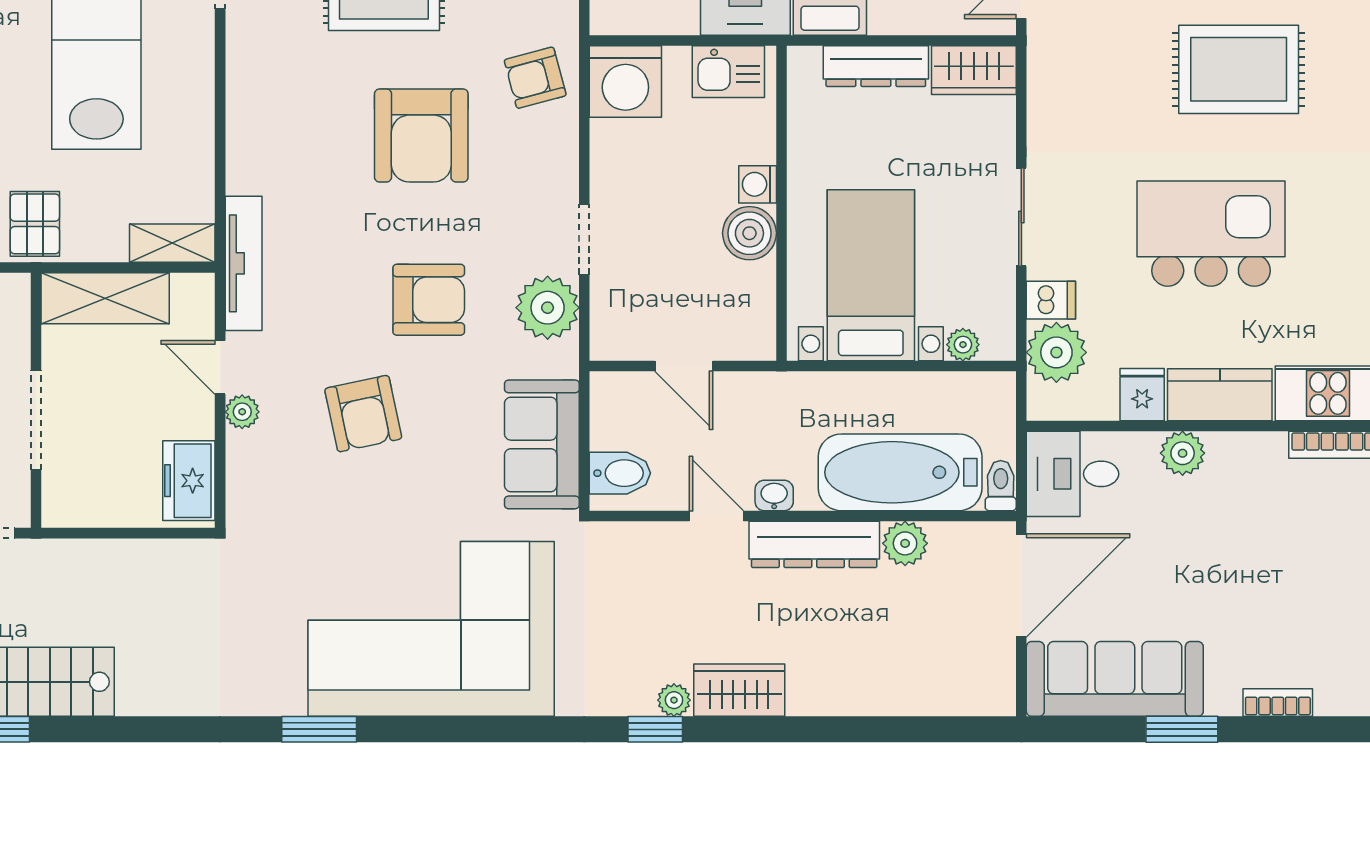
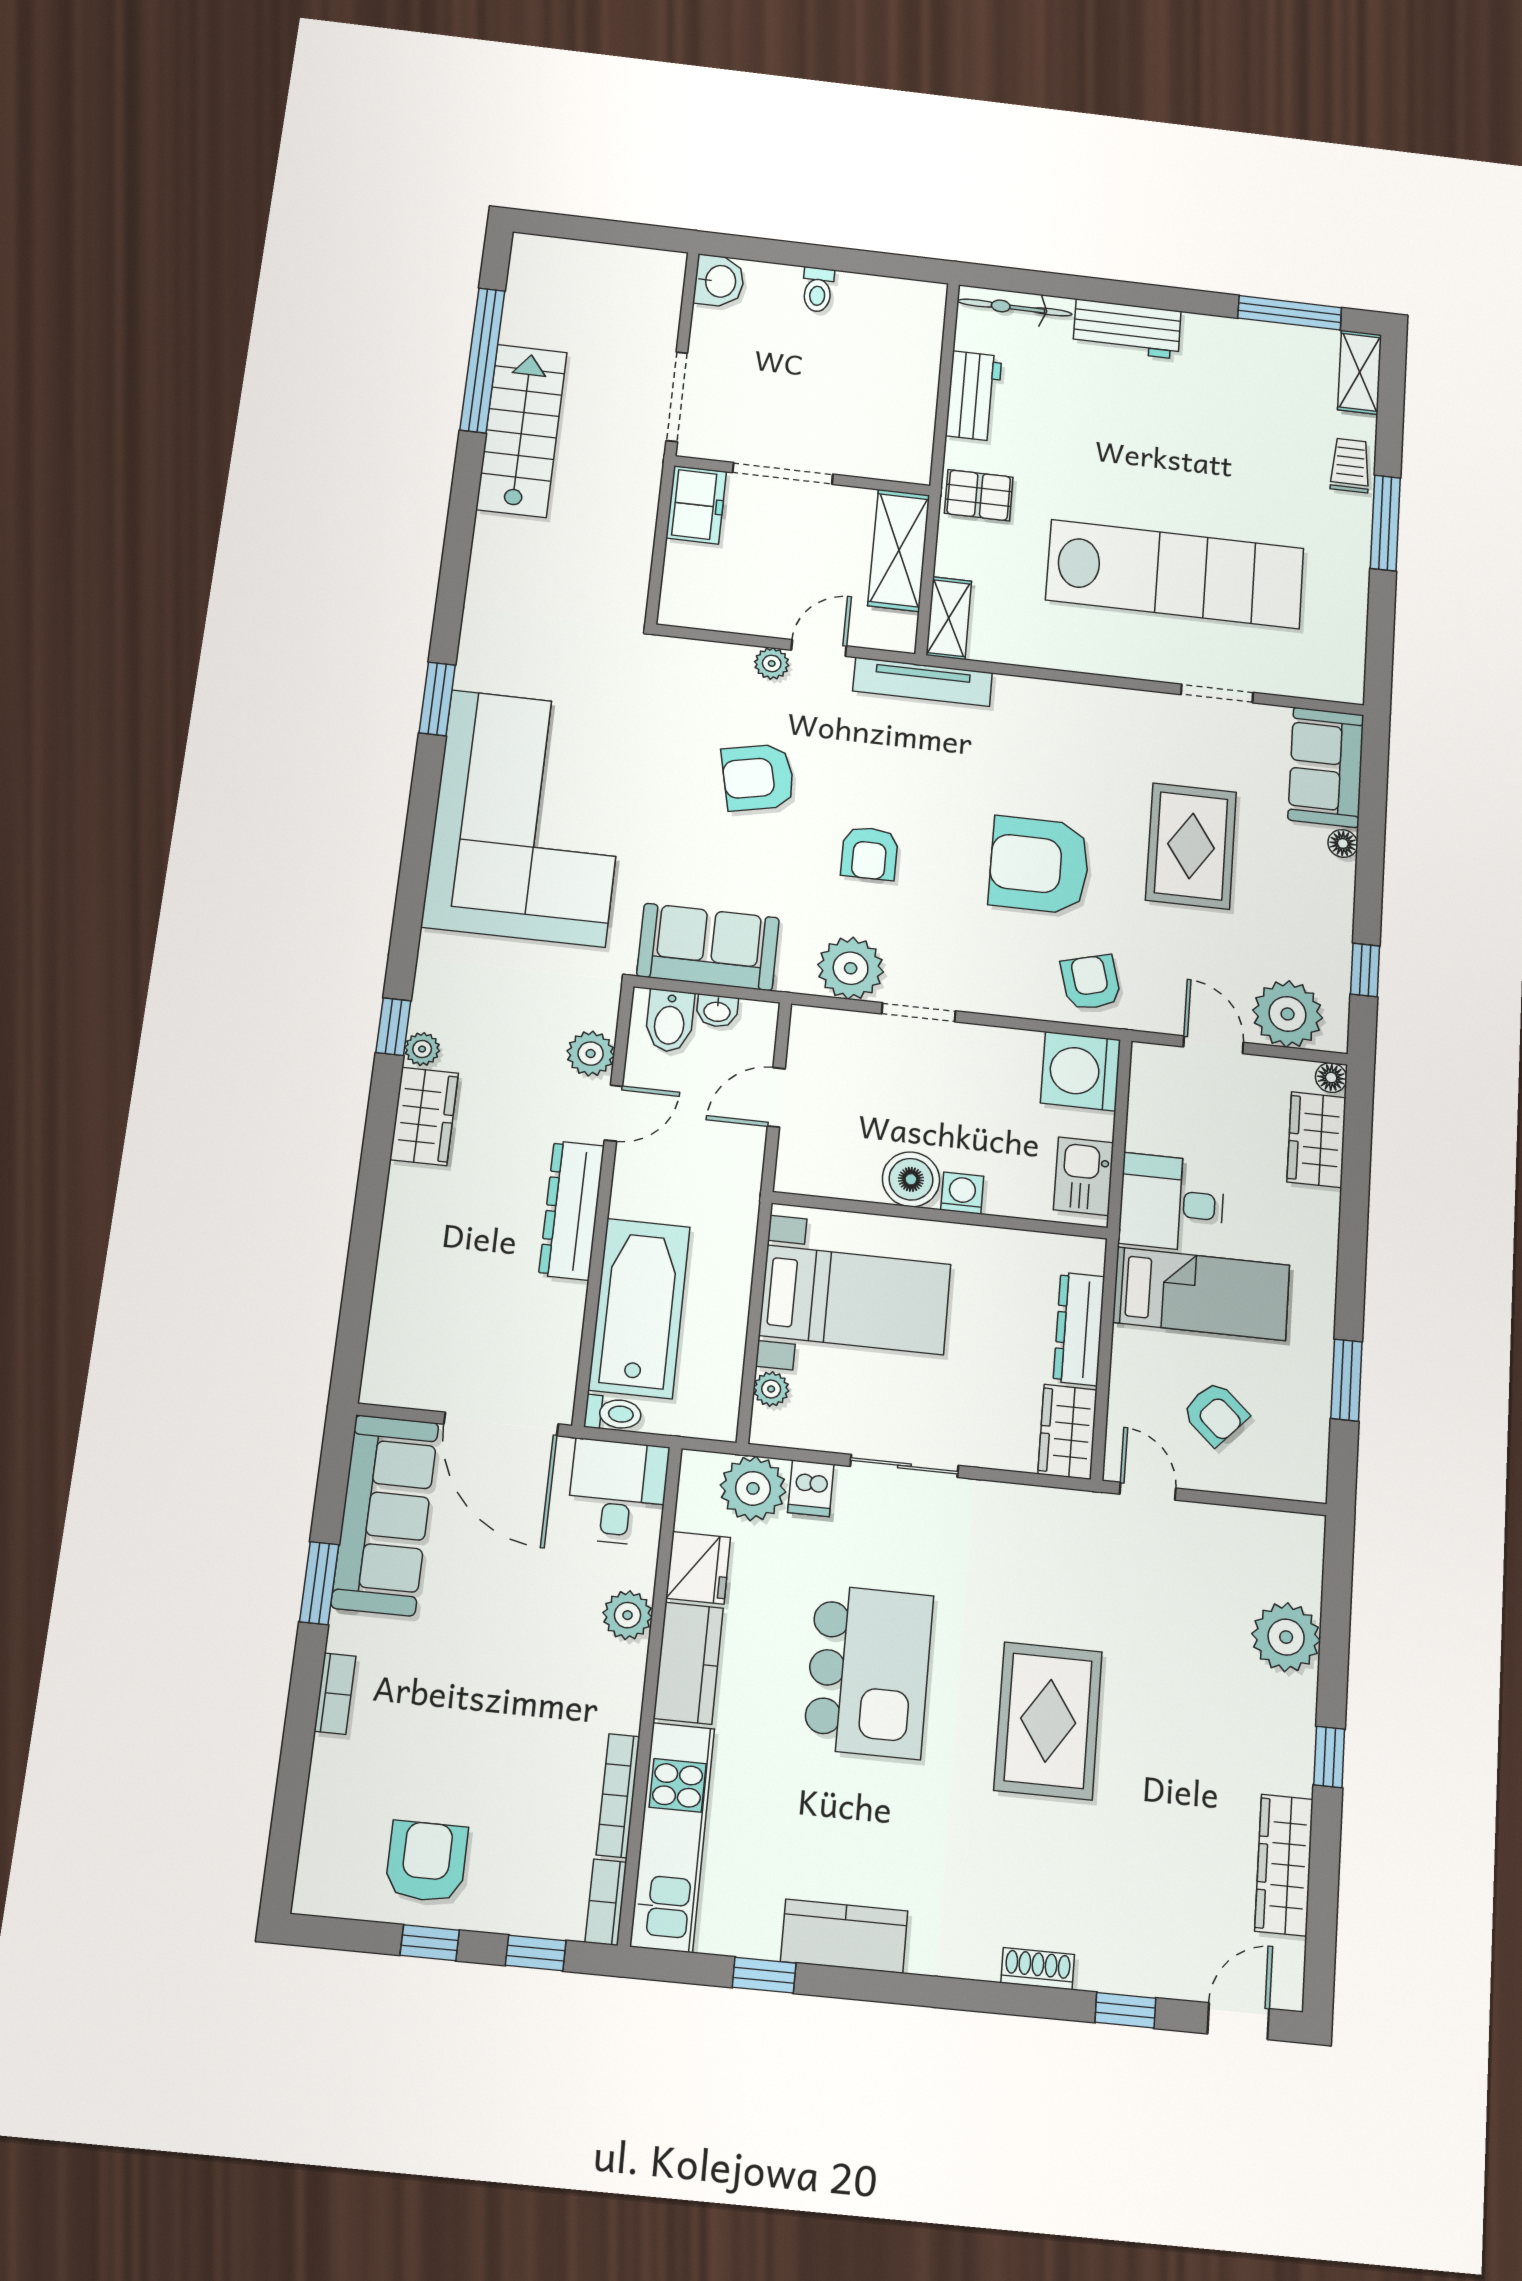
armchair: (429, 300) -> (869, 853), width x0.72, depth x0.72
fridge: (1142, 395) -> (698, 1568), width x1.38
freezer: (189, 481) -> (696, 505), moved, turned 90
washbasin: (774, 495) -> (717, 1011), moved, turned 90
plant: (905, 543) -> (591, 1054), moved

